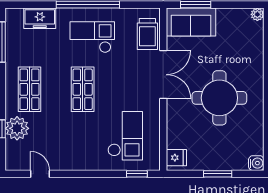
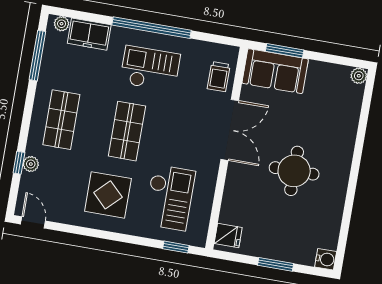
plant: (17, 14) -> (62, 24), added
trolley: (147, 34) -> (219, 77), width x0.73, depth x0.72
round table: (219, 98) -> (294, 171), width x0.73, depth x0.73
plant: (17, 128) -> (31, 164), width x0.53, depth x0.53
display table: (76, 142) -> (108, 195), added
door: (40, 174) -> (33, 222), moved

